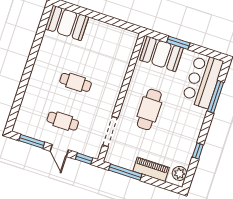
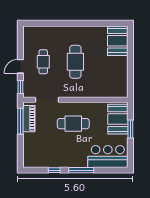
cafe table: (76, 82) -> (75, 62), width x1.37, depth x1.35
window: (216, 97) -> (81, 170), moved
window: (32, 141) -> (20, 44), removed
piano: (151, 169) -> (29, 119), moved
plant: (179, 173) -> (33, 162), removed

